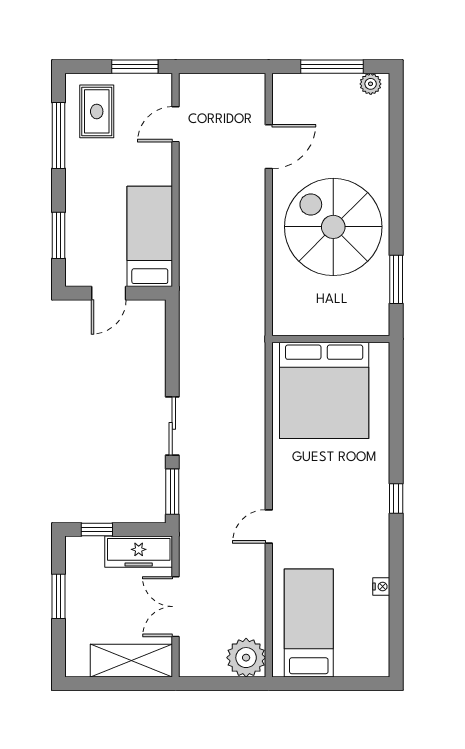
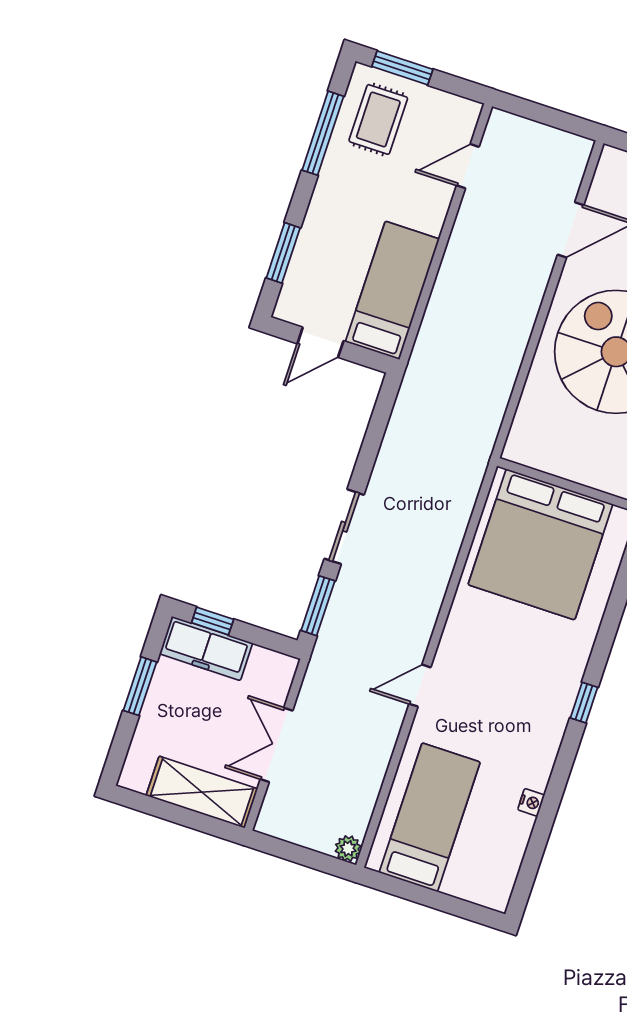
window: (135, 67) -> (402, 68), moved
freezer: (139, 552) -> (206, 648), moved
plant: (246, 658) -> (348, 849), width x0.53, depth x0.53

